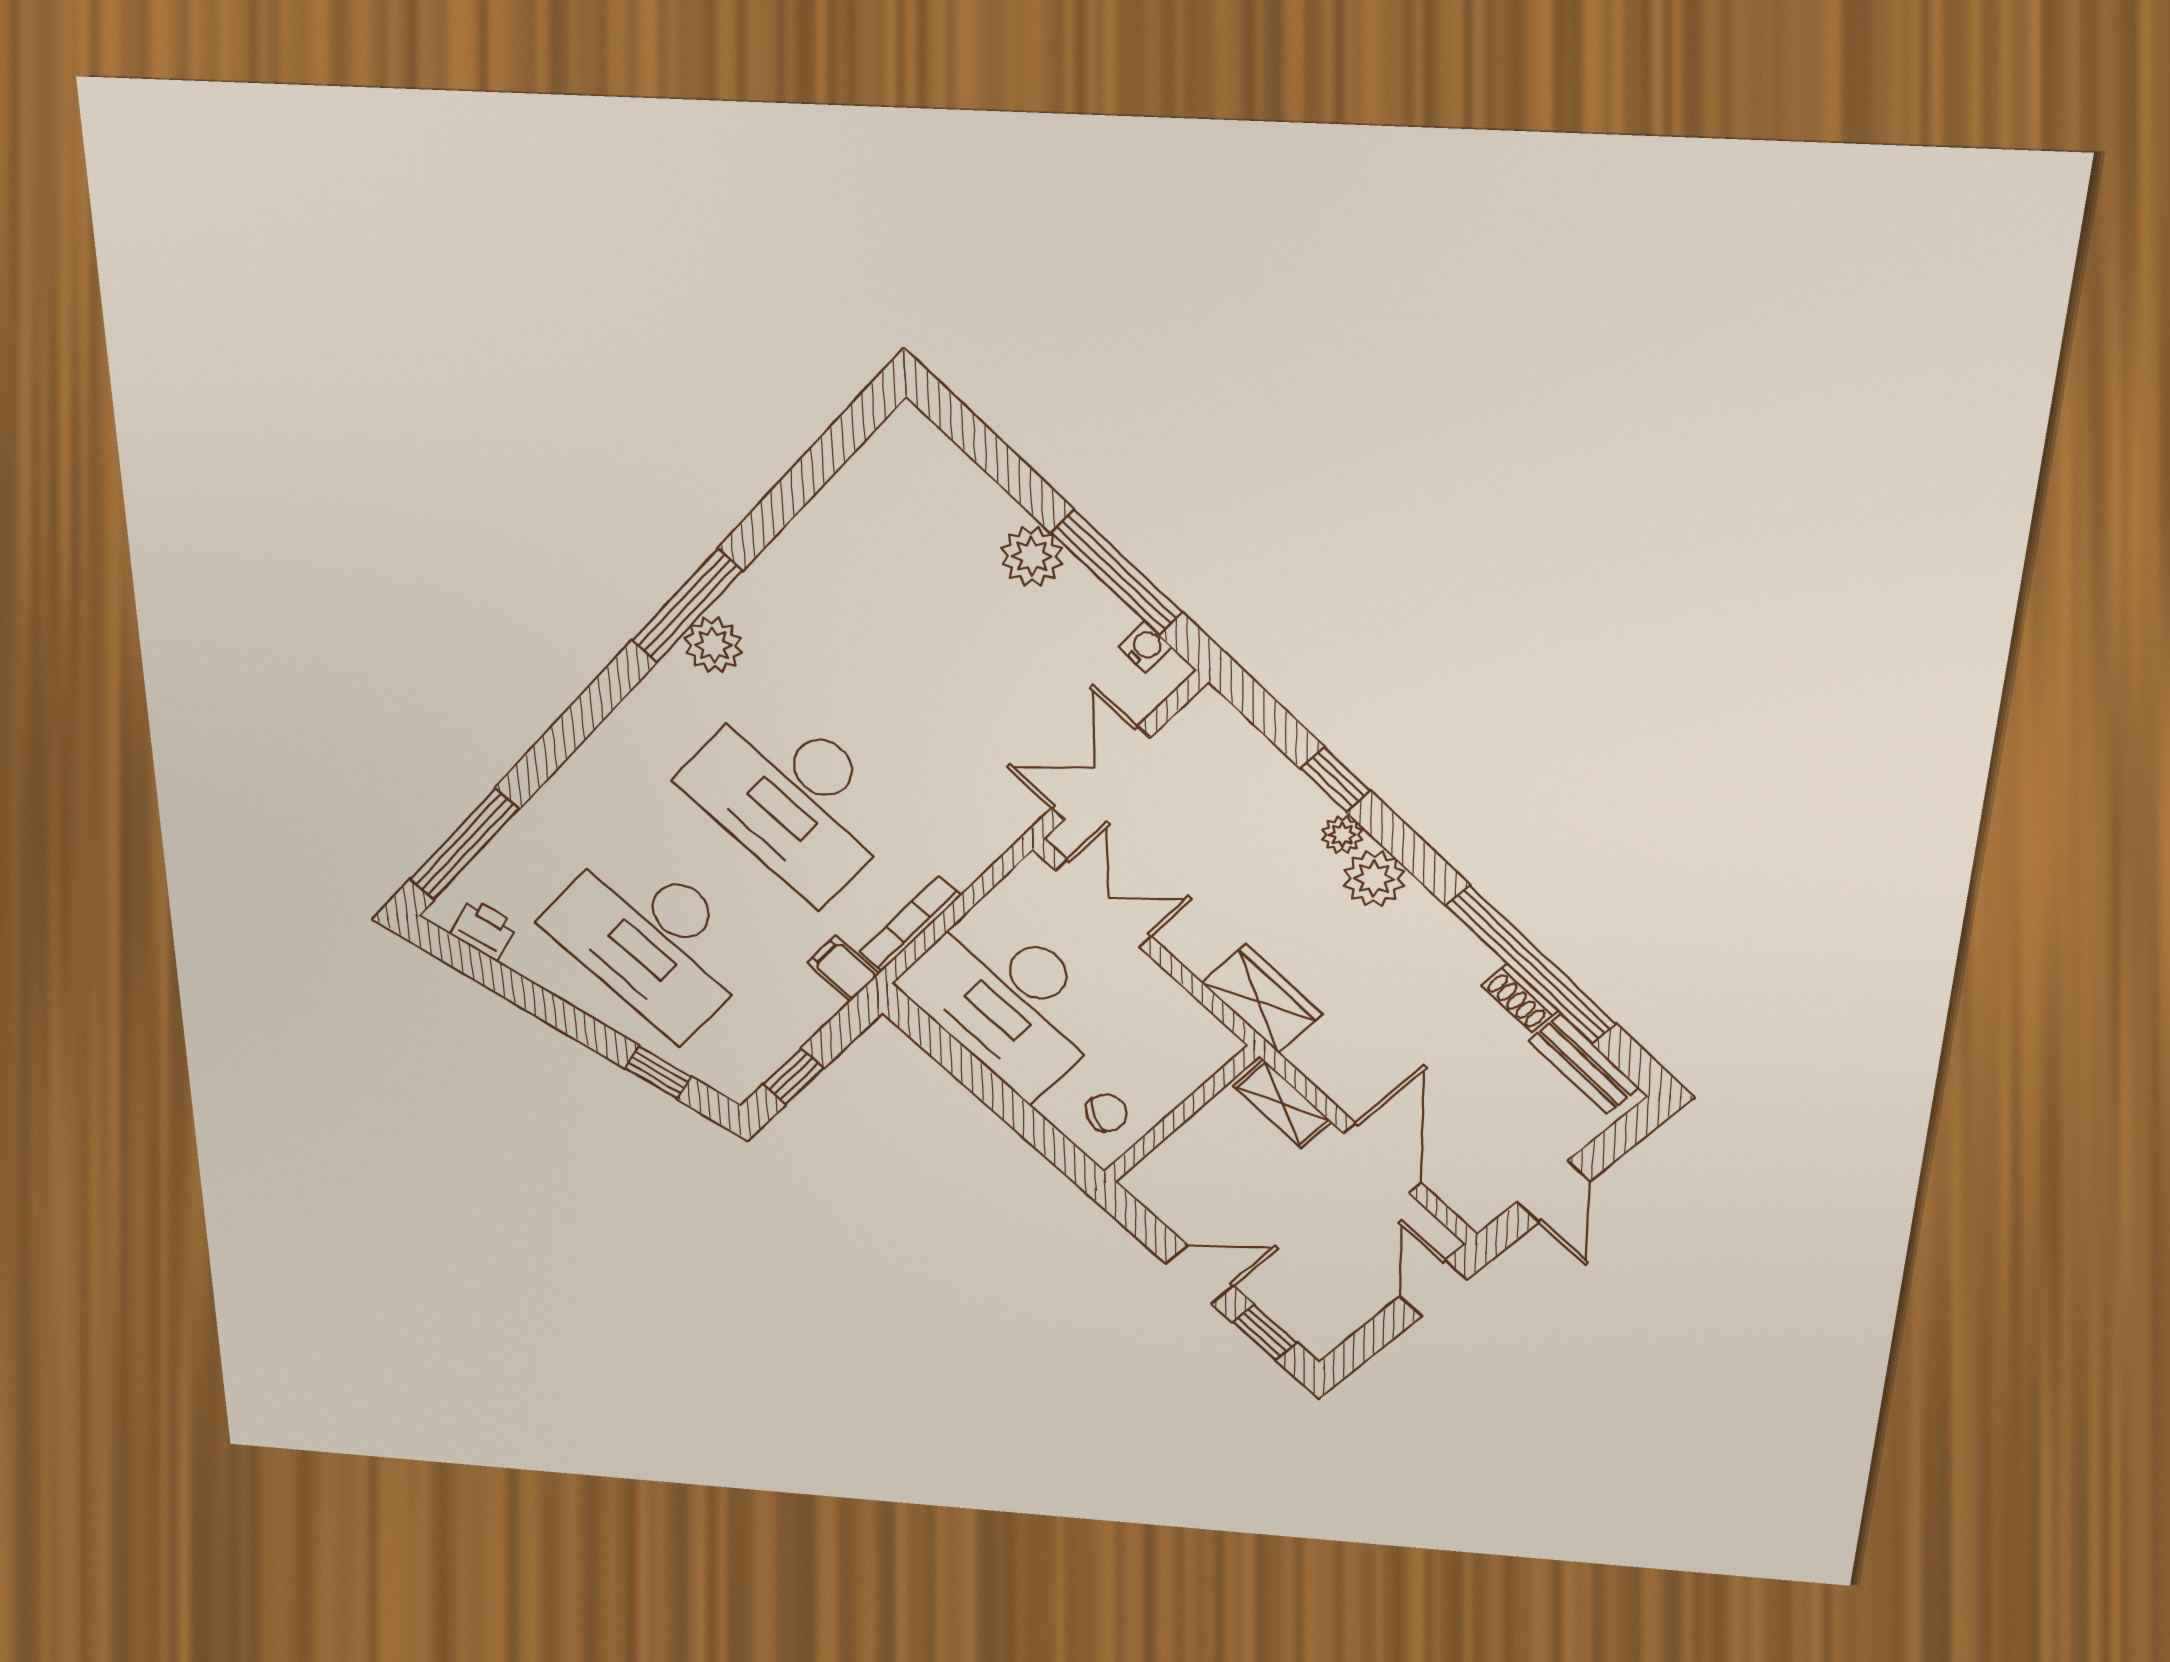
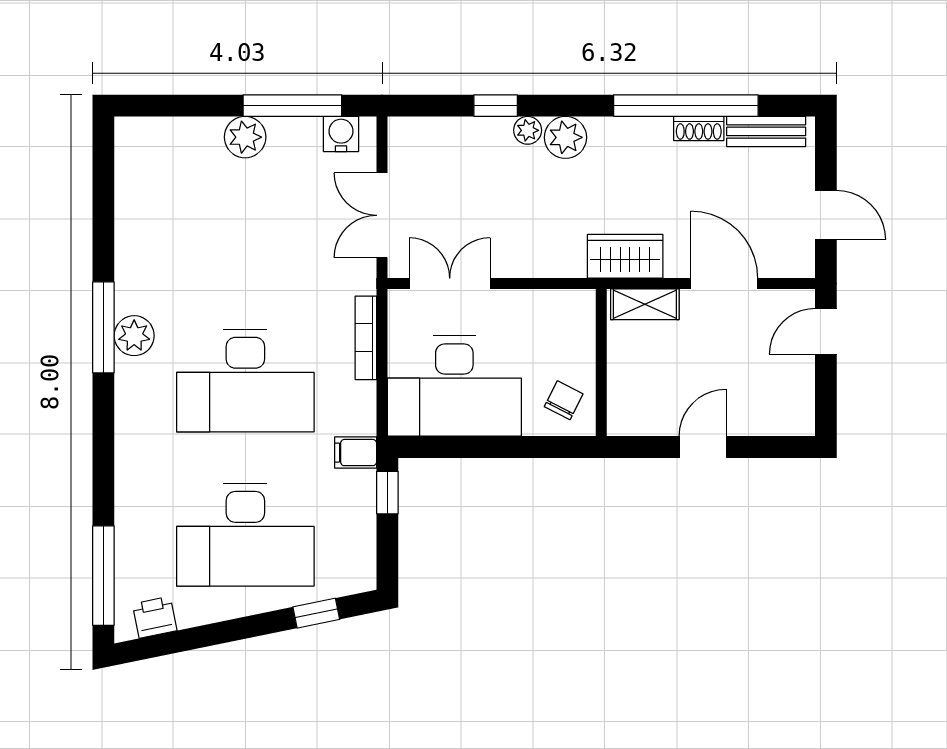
water cooler: (1145, 647) -> (341, 134), width x1.38, depth x1.38
bookcase: (910, 924) -> (366, 338), moved
wardrobe: (1262, 999) -> (625, 256), moved
window: (793, 1076) -> (387, 493), moved
door: (1433, 1288) -> (826, 331), hinge flipped
window: (1265, 1333) -> (770, 447), removed

